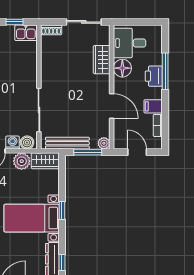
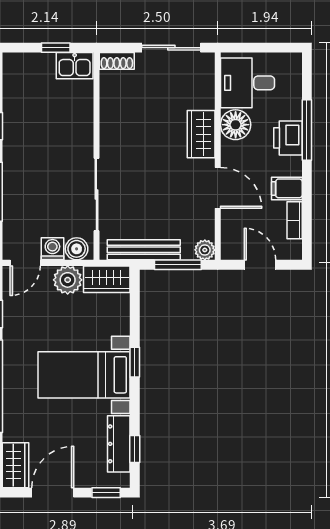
wardrobe: (102, 60) -> (201, 134), moved

